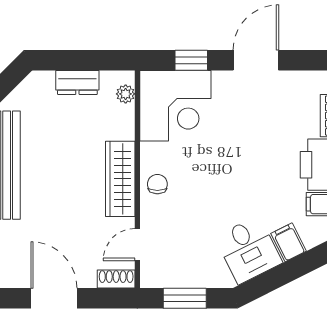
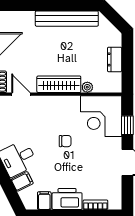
plant: (126, 94) -> (87, 87), moved
chair: (157, 184) -> (65, 141), moved

